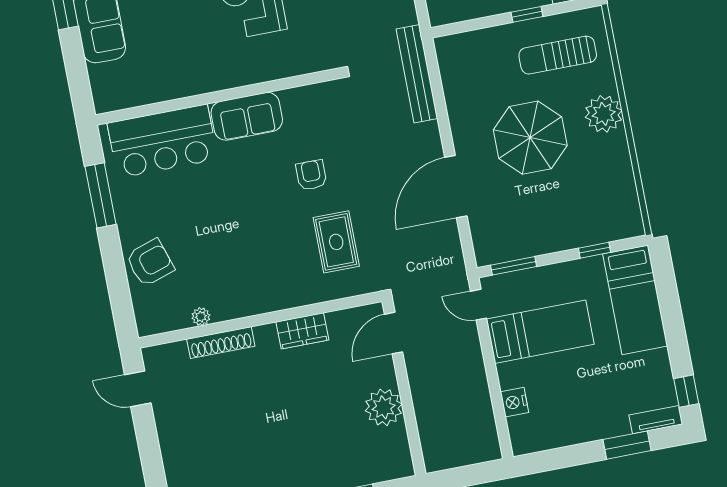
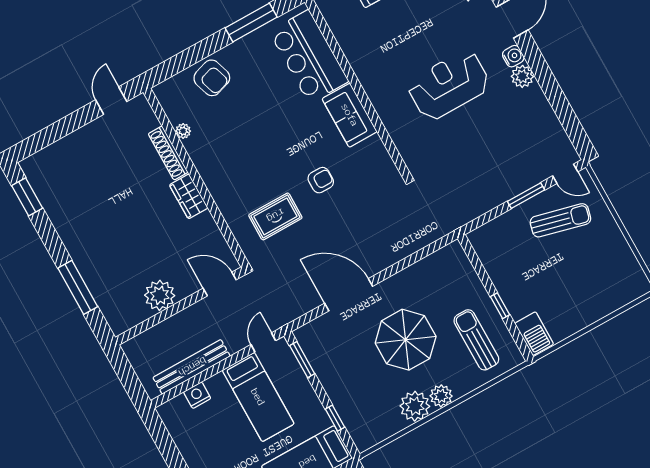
bench: (417, 74) -> (192, 367), moved
plant: (604, 114) -> (441, 396), width x0.73, depth x0.73
plant: (611, 152) -> (415, 406), added
wardrobe: (302, 331) -> (189, 196), moved

